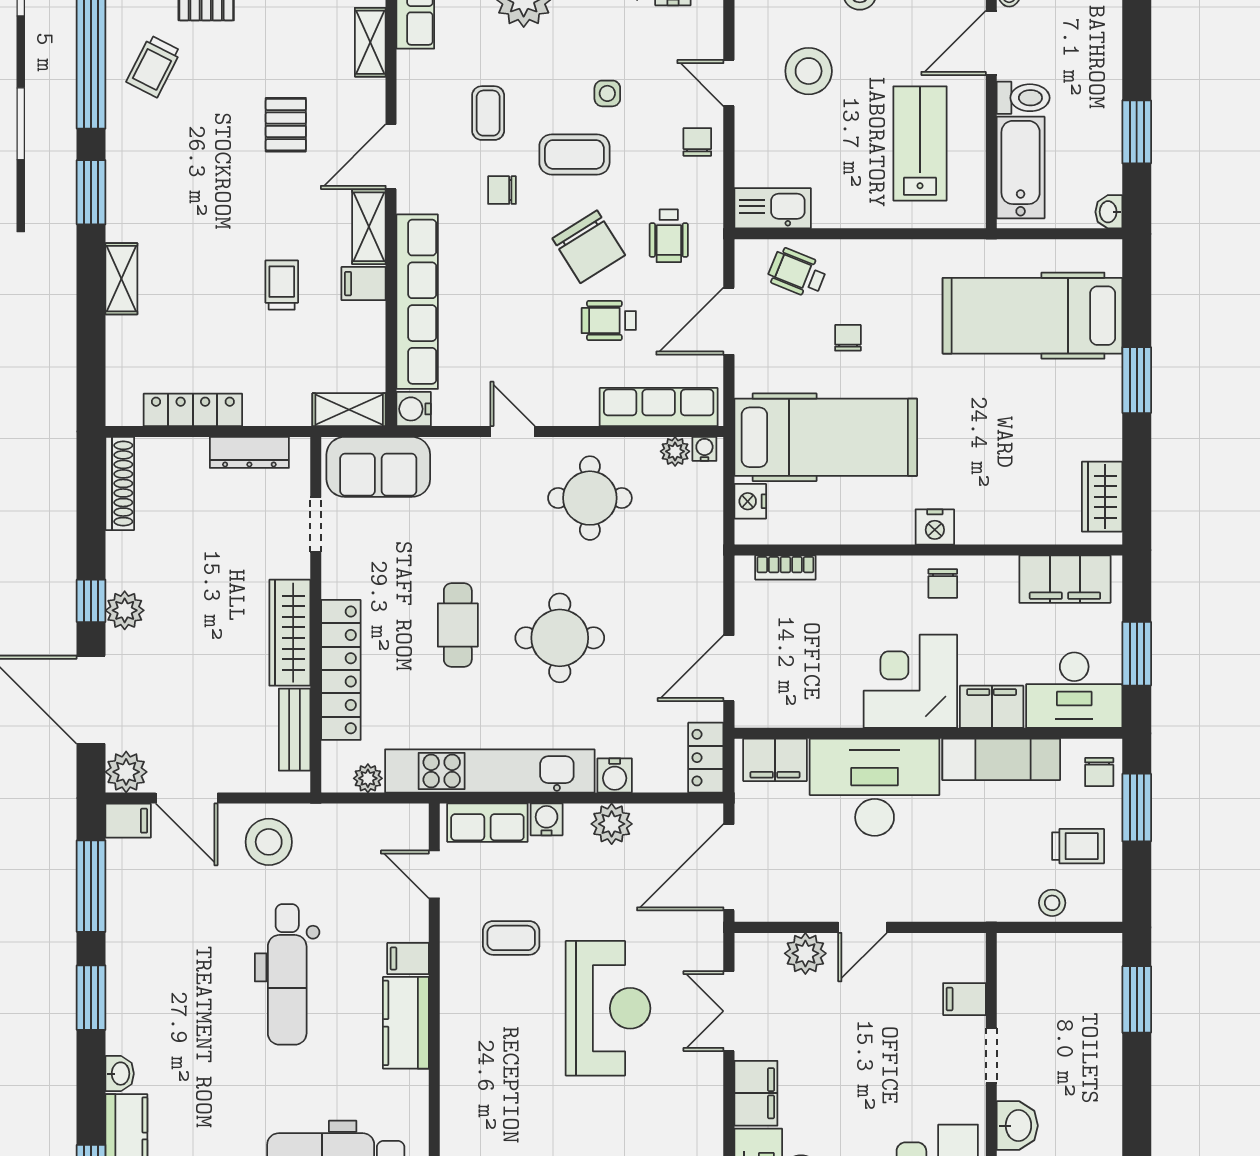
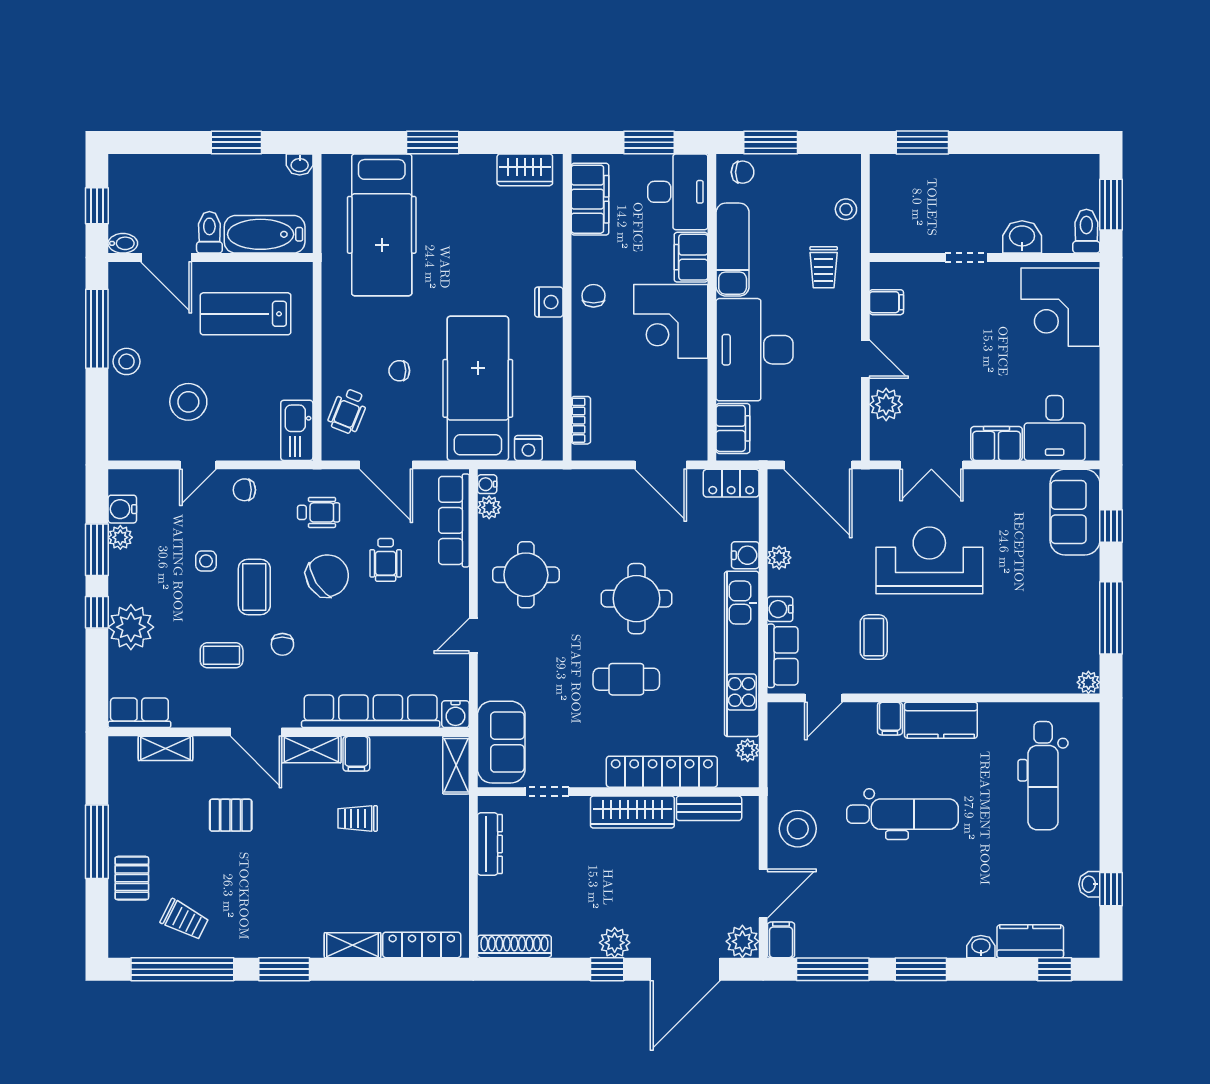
locker: (193, 410) -> (422, 945), moved, turned 90
chair: (943, 584) -> (594, 296), turned -90
plant: (612, 824) -> (779, 558), width x0.73, depth x0.73
trolley: (1078, 846) -> (824, 267), moved, turned 180
filing cabinet: (964, 999) -> (886, 302), moved, turned -90

